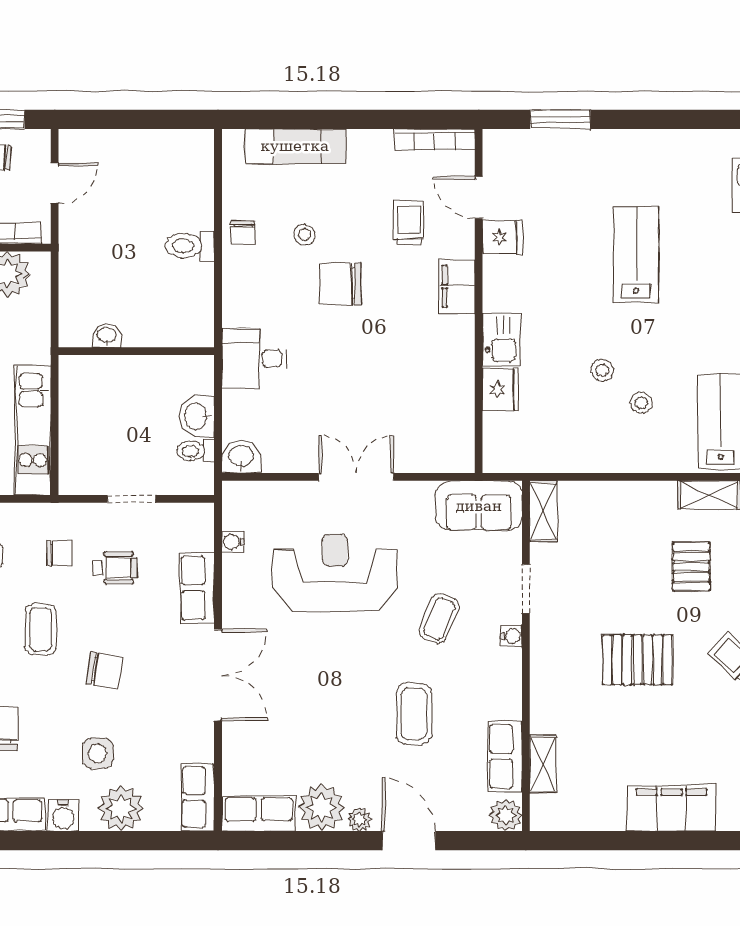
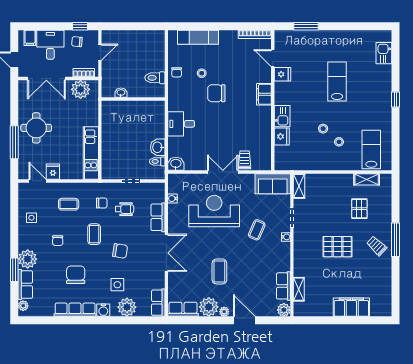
trolley: (409, 223) -> (245, 160), moved
washbasin: (106, 336) -> (121, 93), moved
wall: (136, 351) -> (133, 99), moved
coffee table: (414, 714) -> (219, 271), moved

